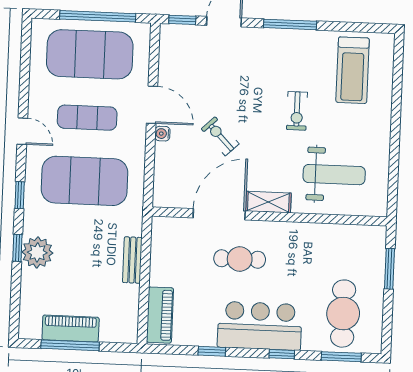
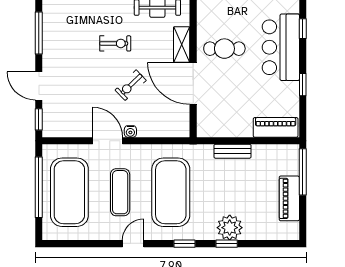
door: (152, 105) -> (108, 141), hinge flipped
exercise bike: (297, 111) -> (115, 43), moved
cafe table: (240, 259) -> (224, 49), moved, turned 90
window: (70, 345) -> (303, 172), moved

